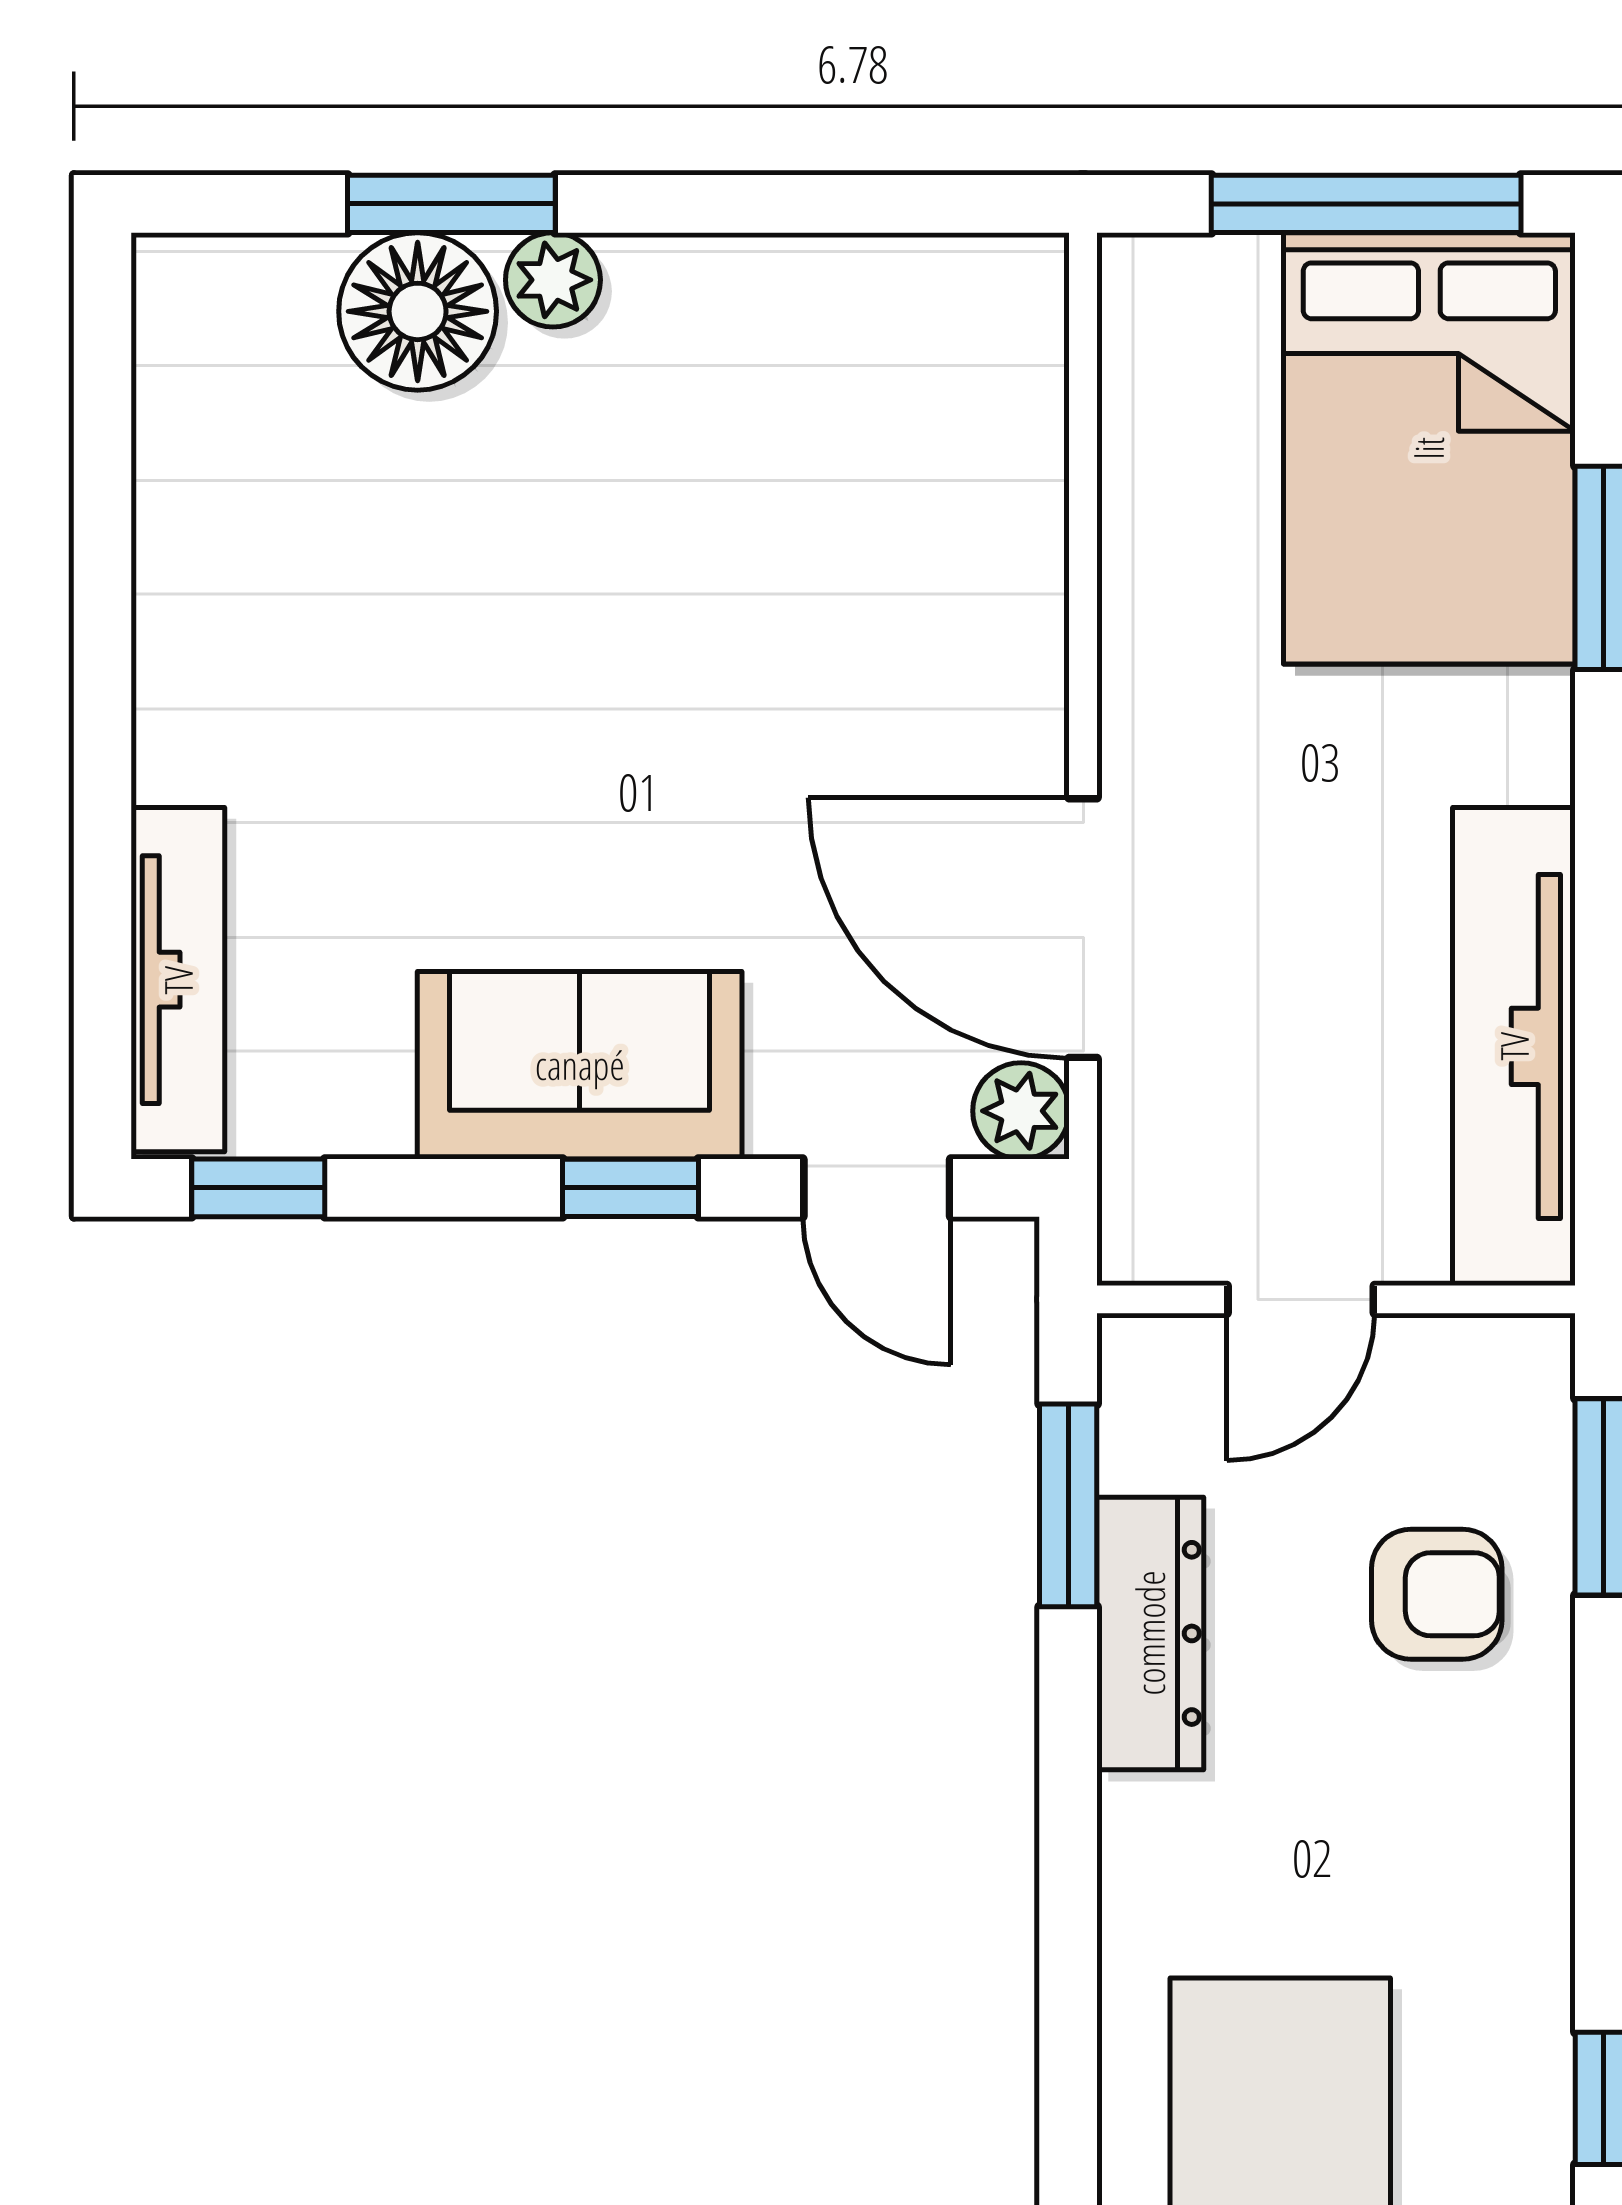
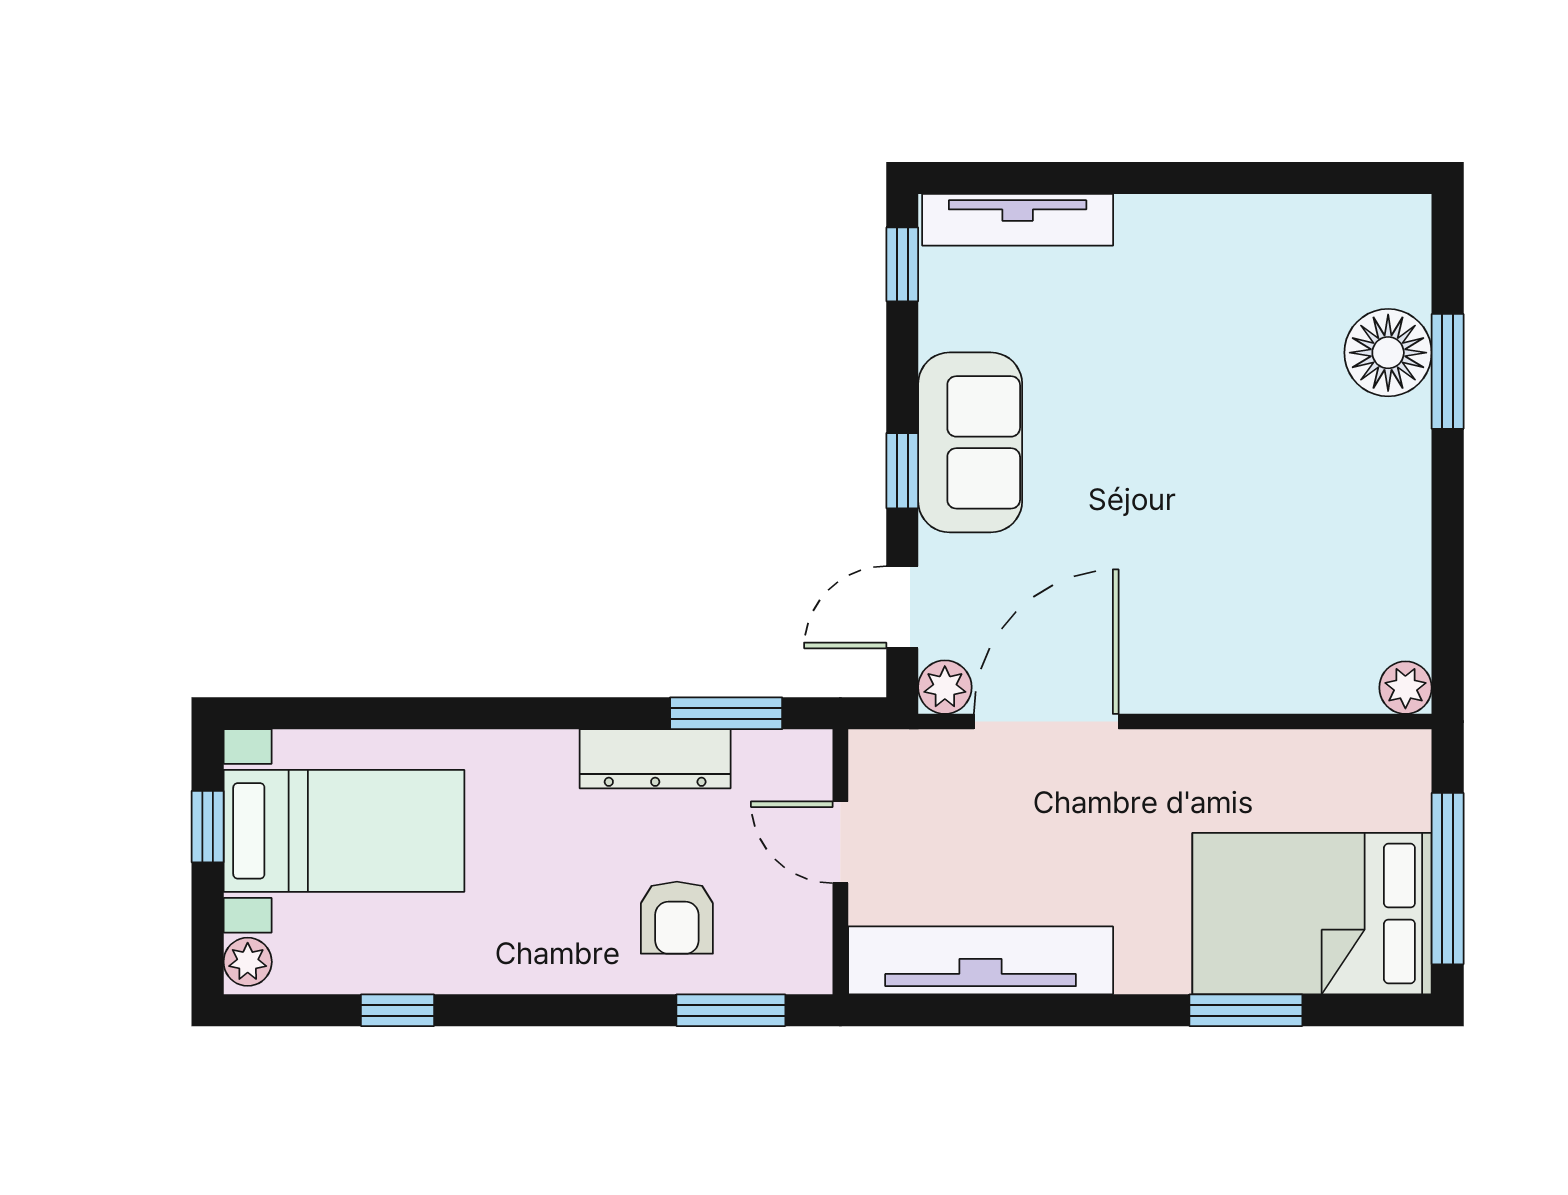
plant: (553, 280) -> (1405, 688), moved

